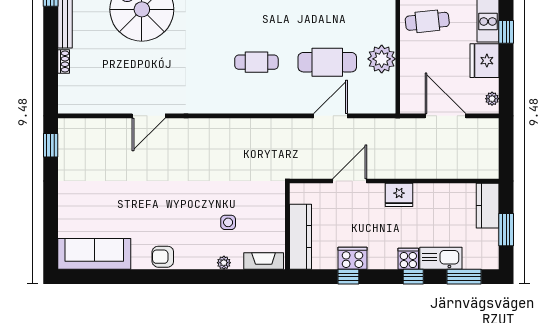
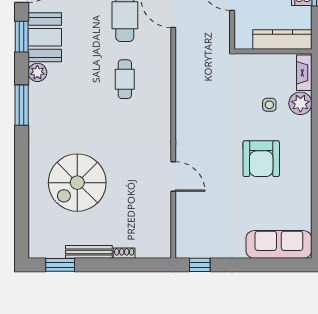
sofa: (94, 254) -> (279, 244), moved, turned 90
armchair: (163, 257) -> (261, 159), moved, width x1.88, depth x1.88
plant: (224, 263) -> (300, 103), width x1.88, depth x1.88

